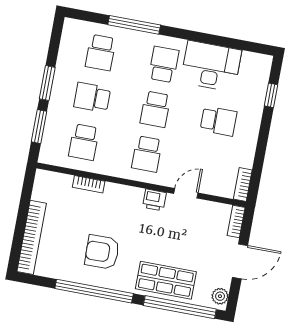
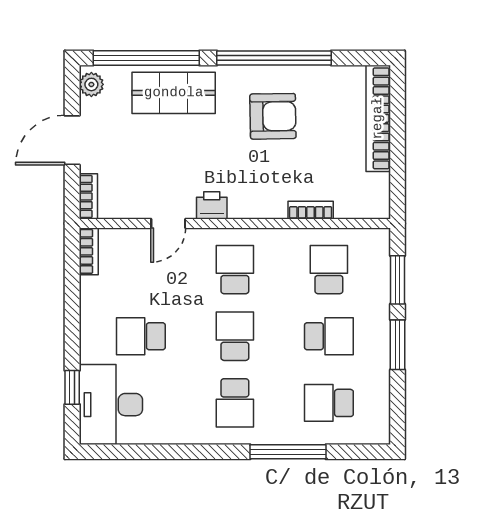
school desk: (101, 53) -> (329, 403), turned -90
desk: (211, 66) -> (111, 405), moved, turned 90

